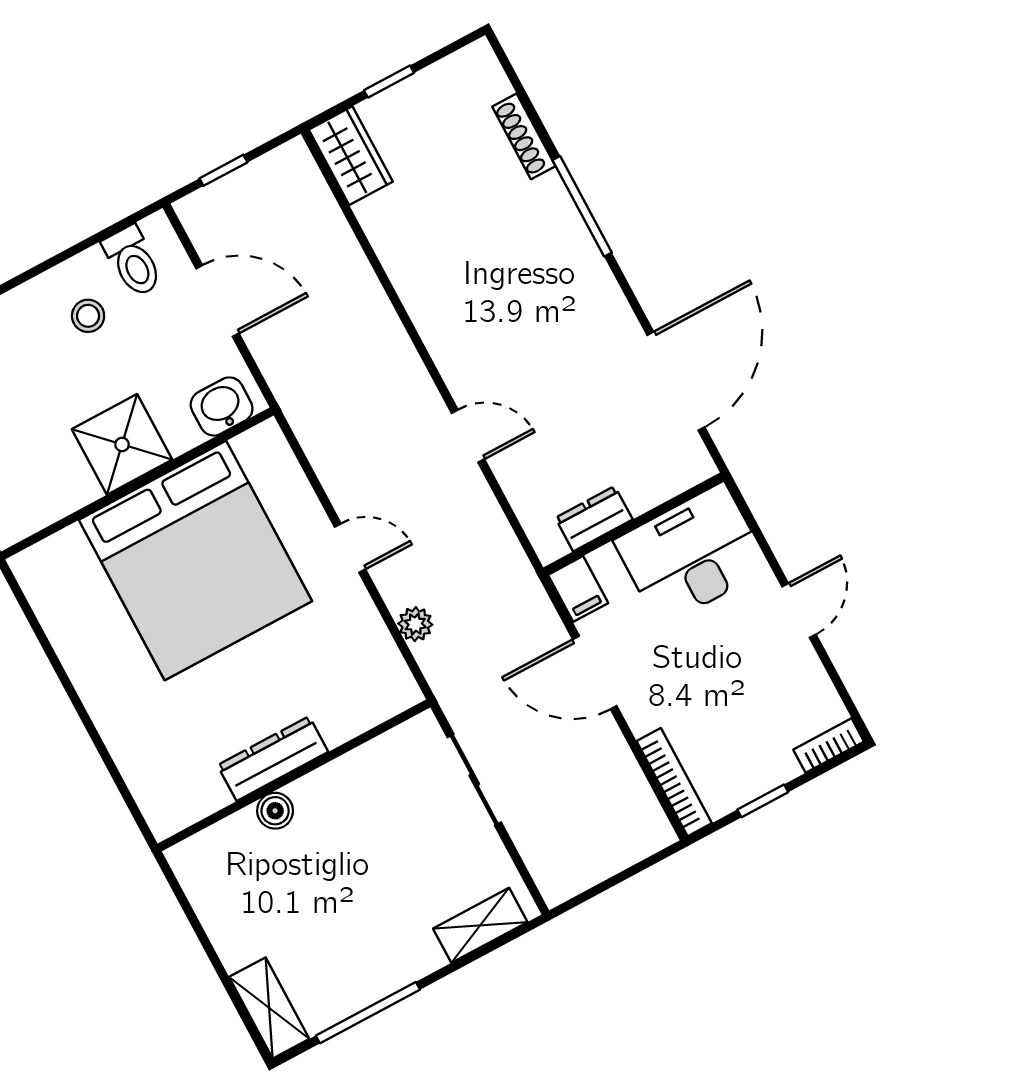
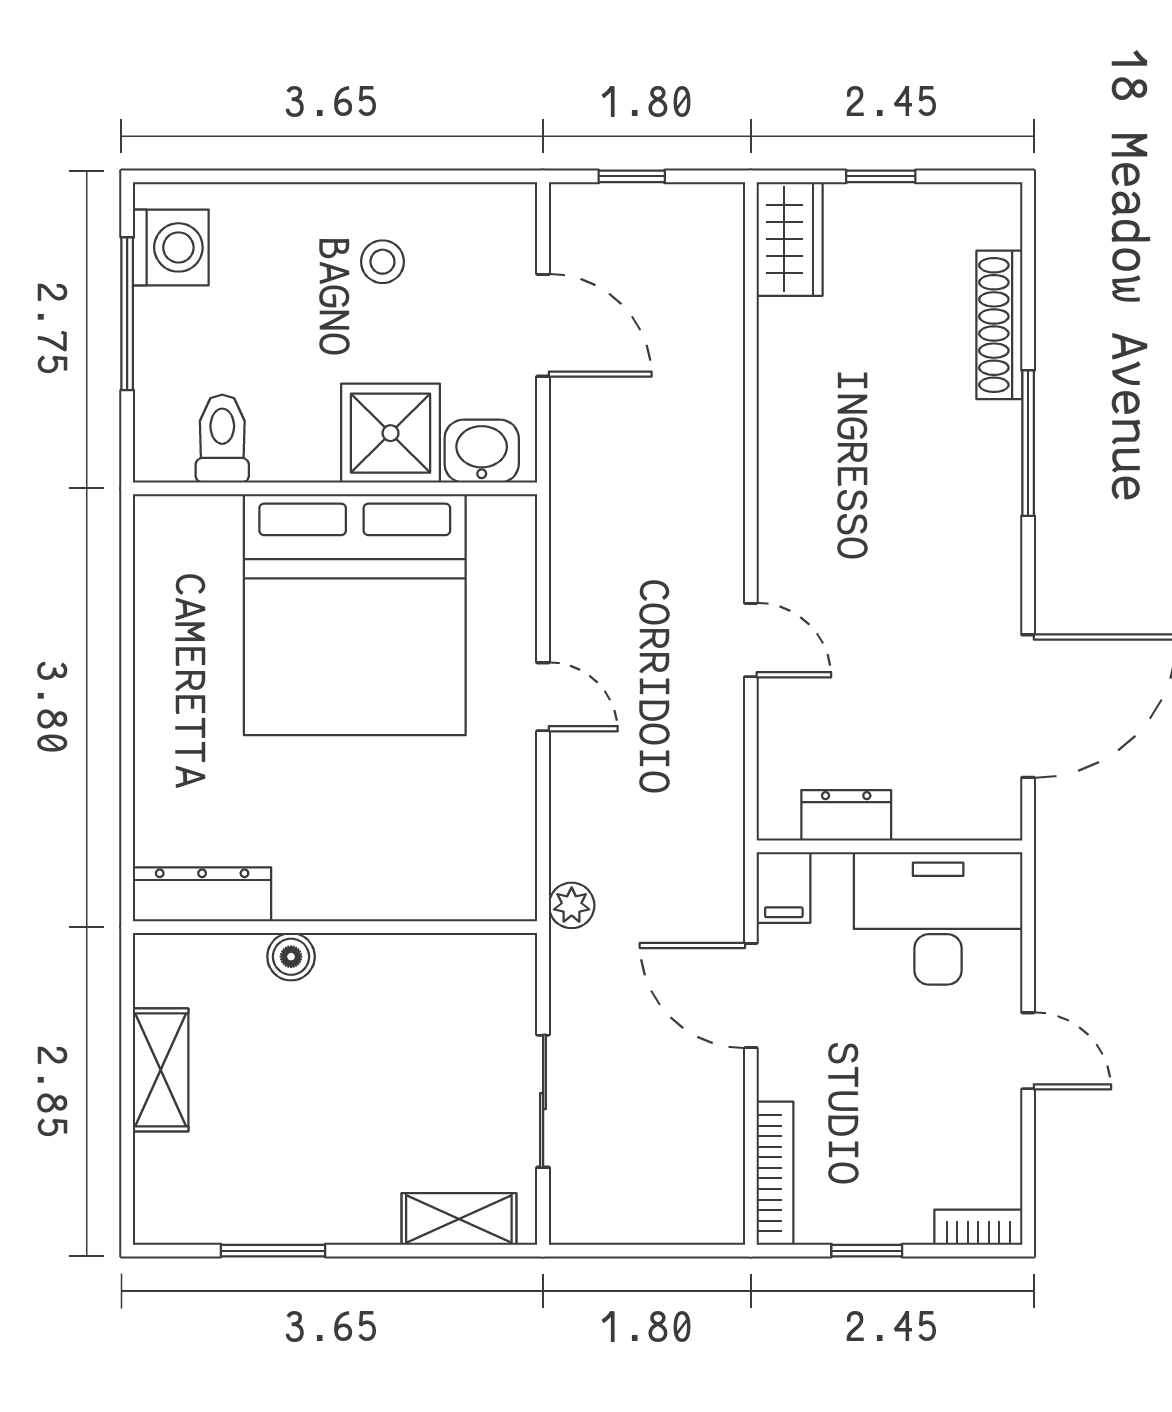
shoe rack: (524, 136) -> (999, 325), width x1.36, depth x1.24
toilet: (133, 261) -> (222, 439), moved, turned 180
shower: (122, 444) -> (391, 433), moved
door: (799, 611) -> (1028, 1051), hinge flipped
plant: (415, 624) -> (572, 905), moved
dresser: (273, 759) -> (202, 894), moved
sliding door: (474, 780) -> (543, 1101), moved
shelving: (269, 1008) -> (161, 1070), moved
window: (368, 1013) -> (273, 1251), width x0.69

